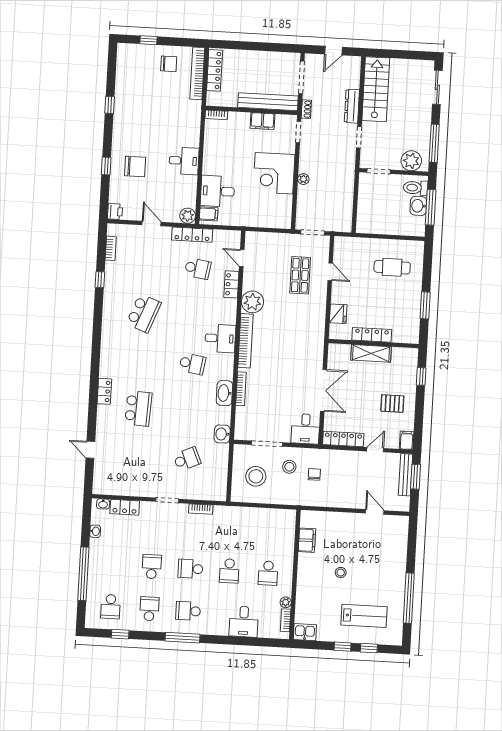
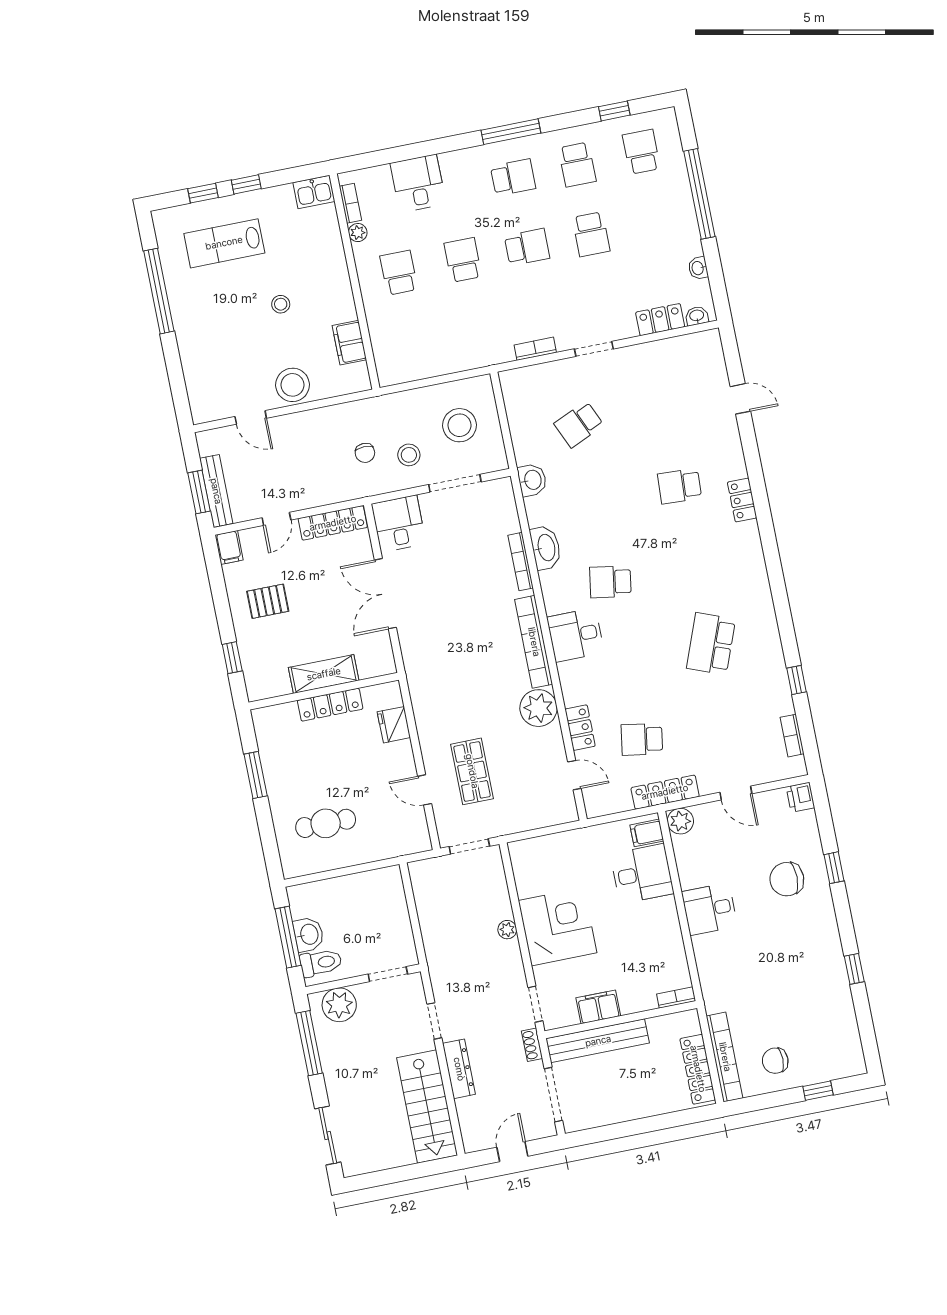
school desk: (138, 409) -> (680, 486), width x0.54
stool: (346, 524) -> (292, 385), added

